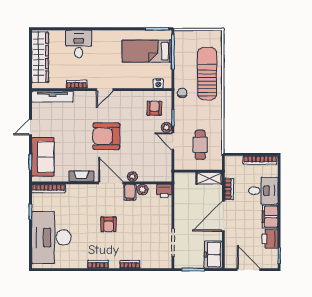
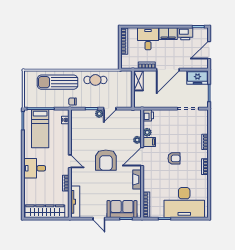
desk: (79, 44) -> (35, 168), moved
armchair: (154, 108) -> (84, 123), removed
cafe table: (200, 145) -> (95, 80), moved
door: (223, 216) -> (168, 70), hinge flipped

